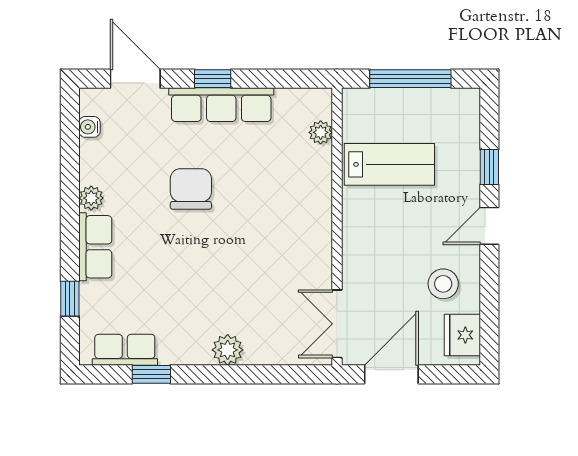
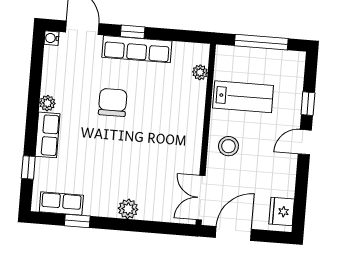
water cooler: (90, 127) -> (52, 38), moved
stool: (443, 284) -> (228, 146), moved

